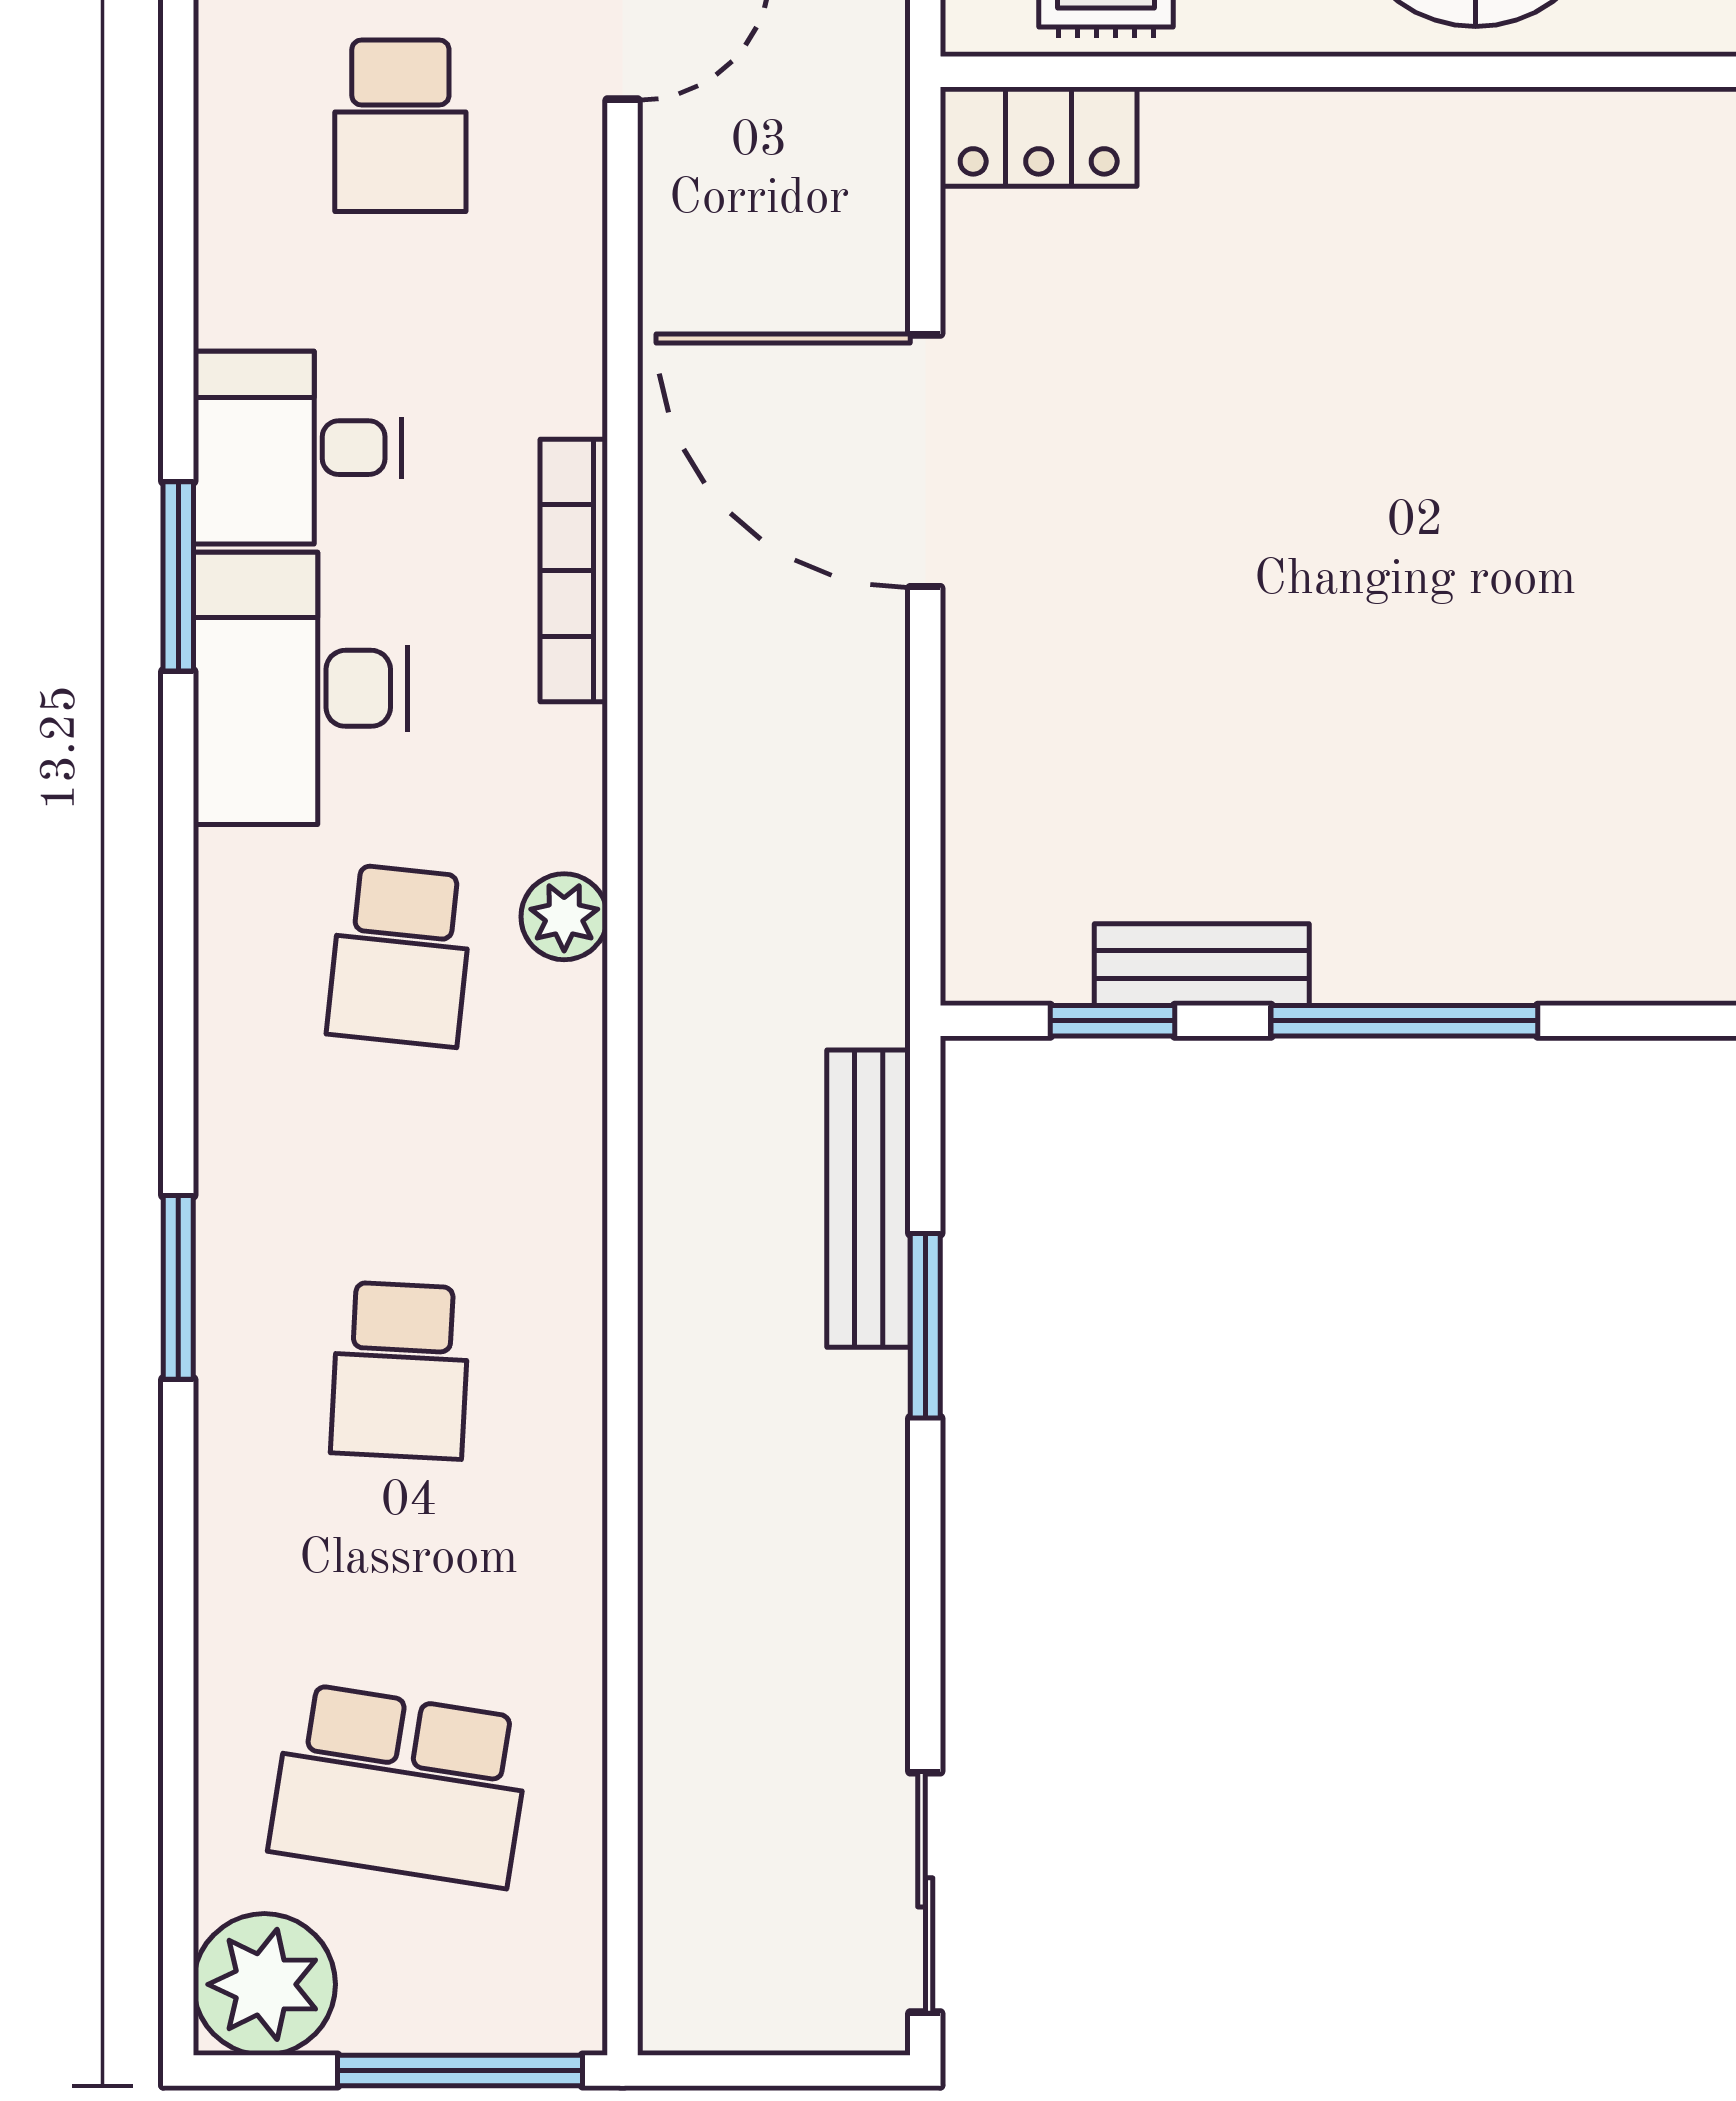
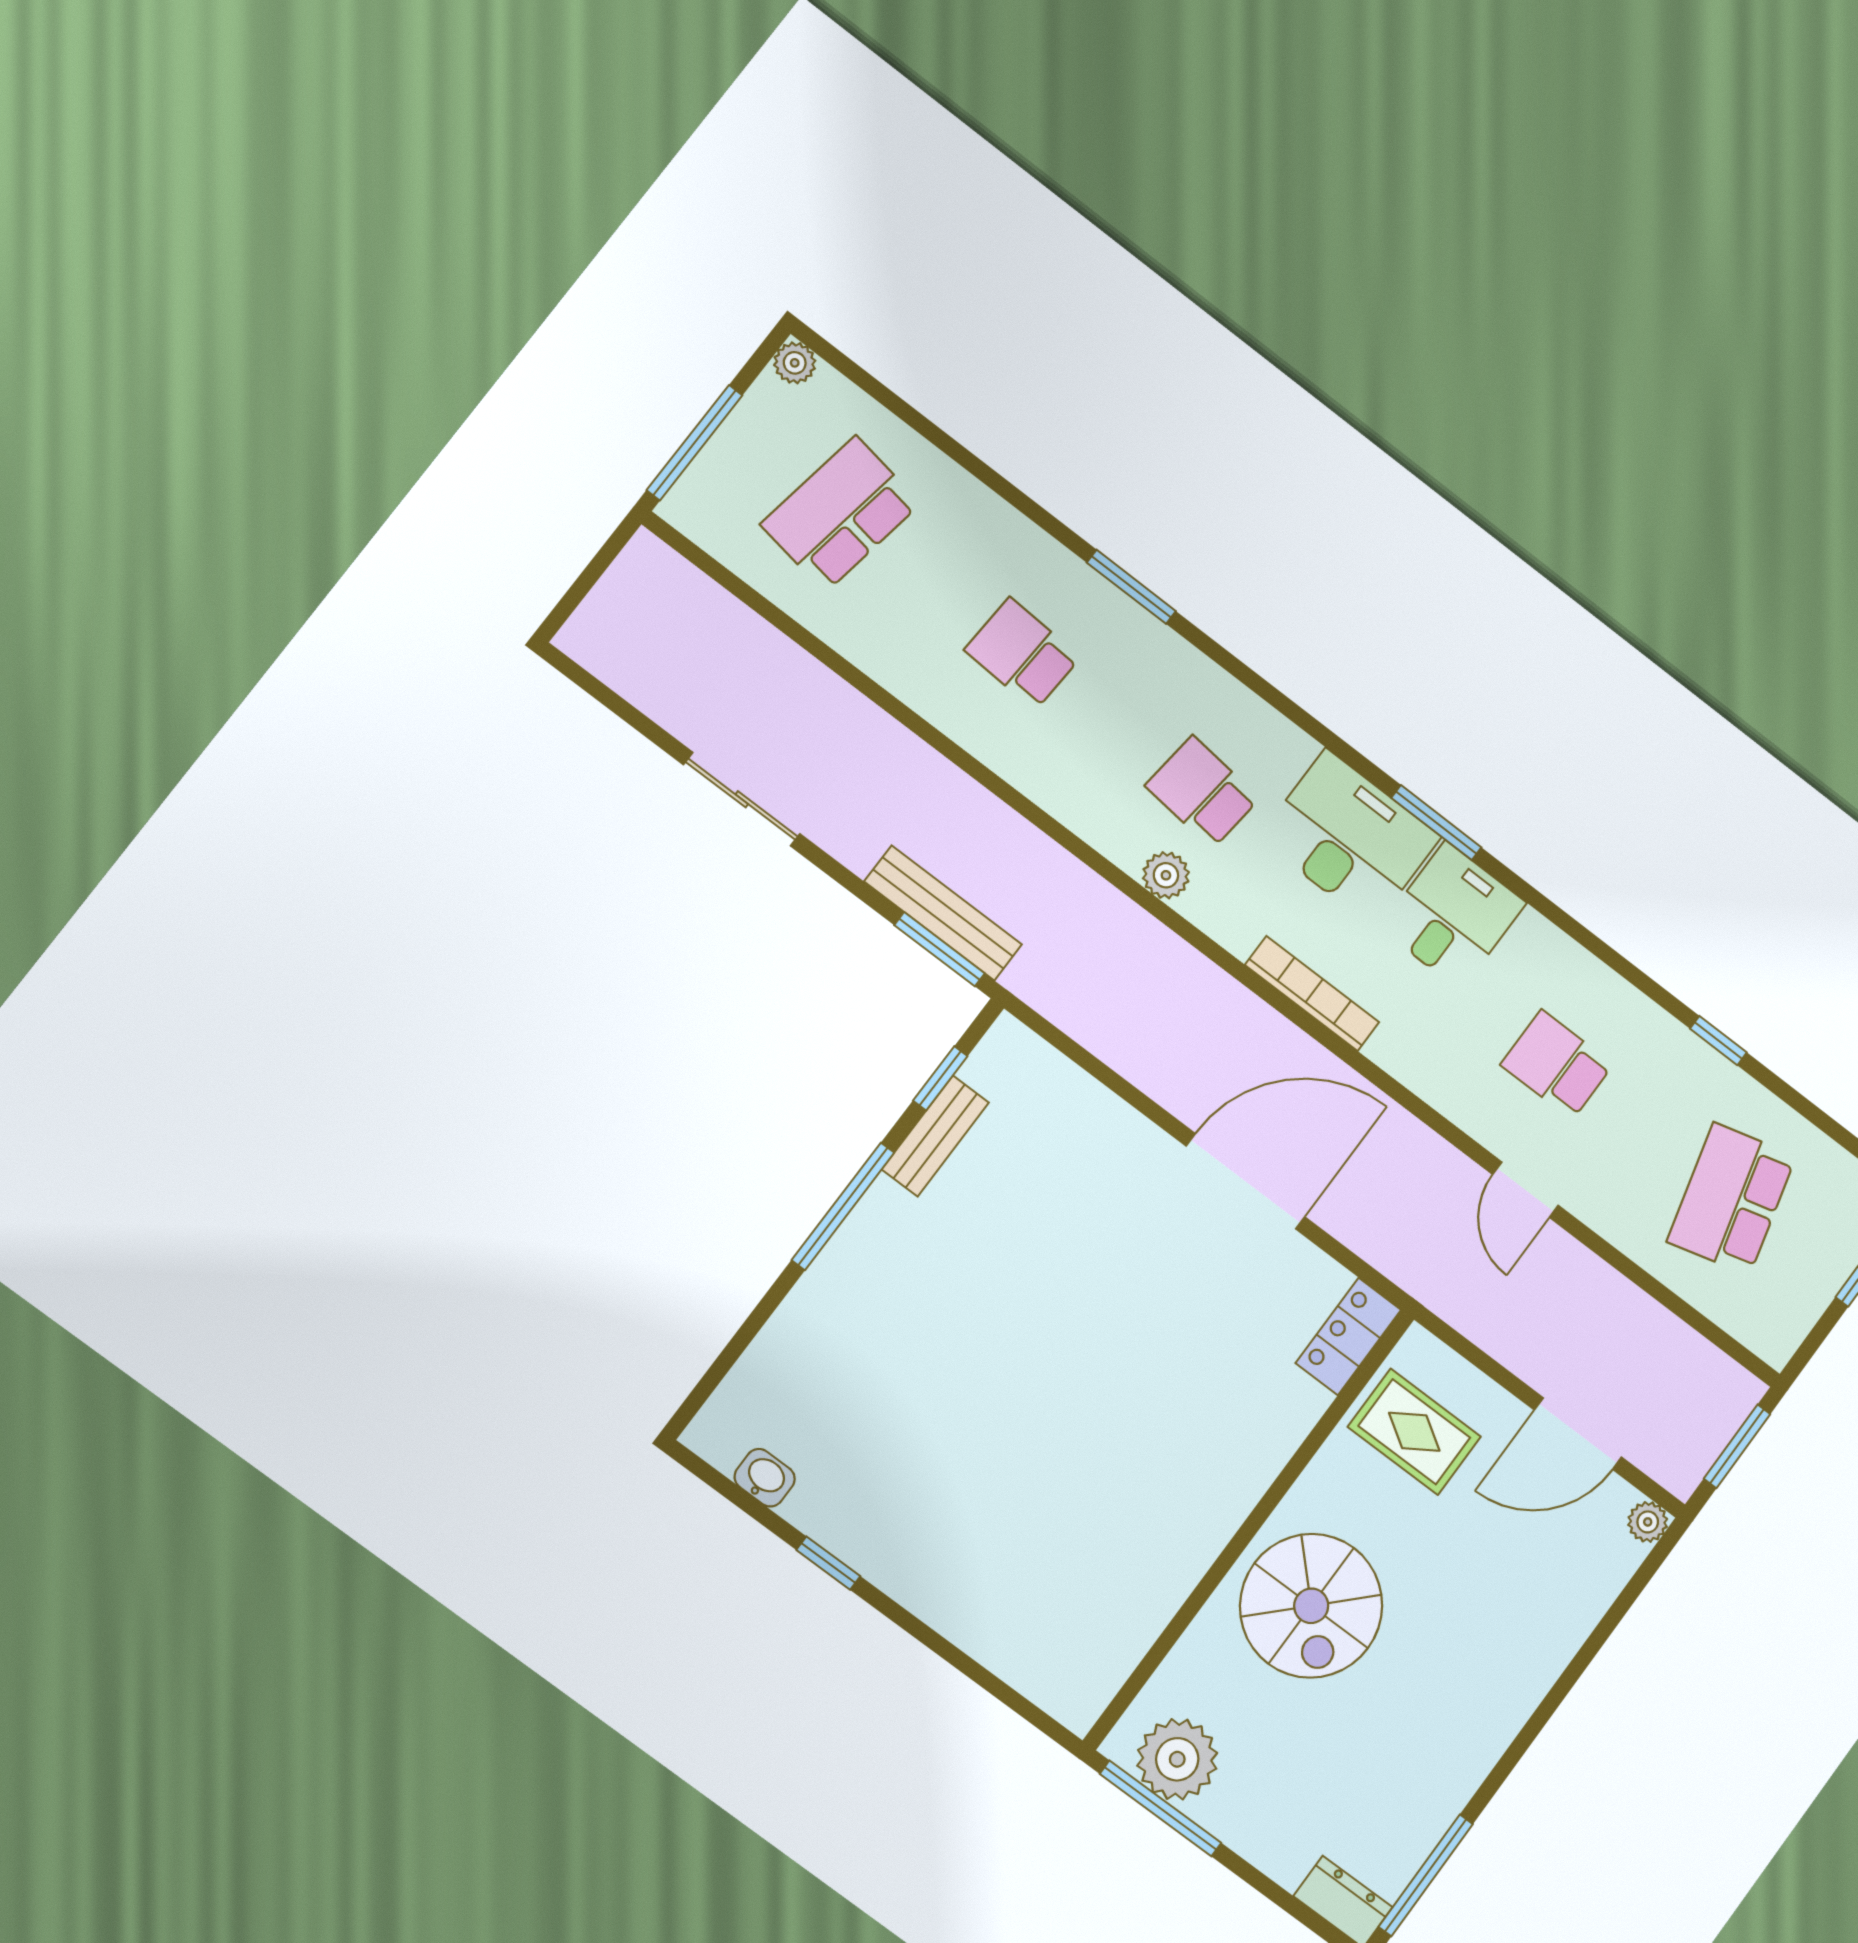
window: (925, 1326) -> (940, 949), moved
sliding door: (925, 1892) -> (742, 799), moved
plant: (264, 1984) -> (795, 363), width x0.53, depth x0.53

